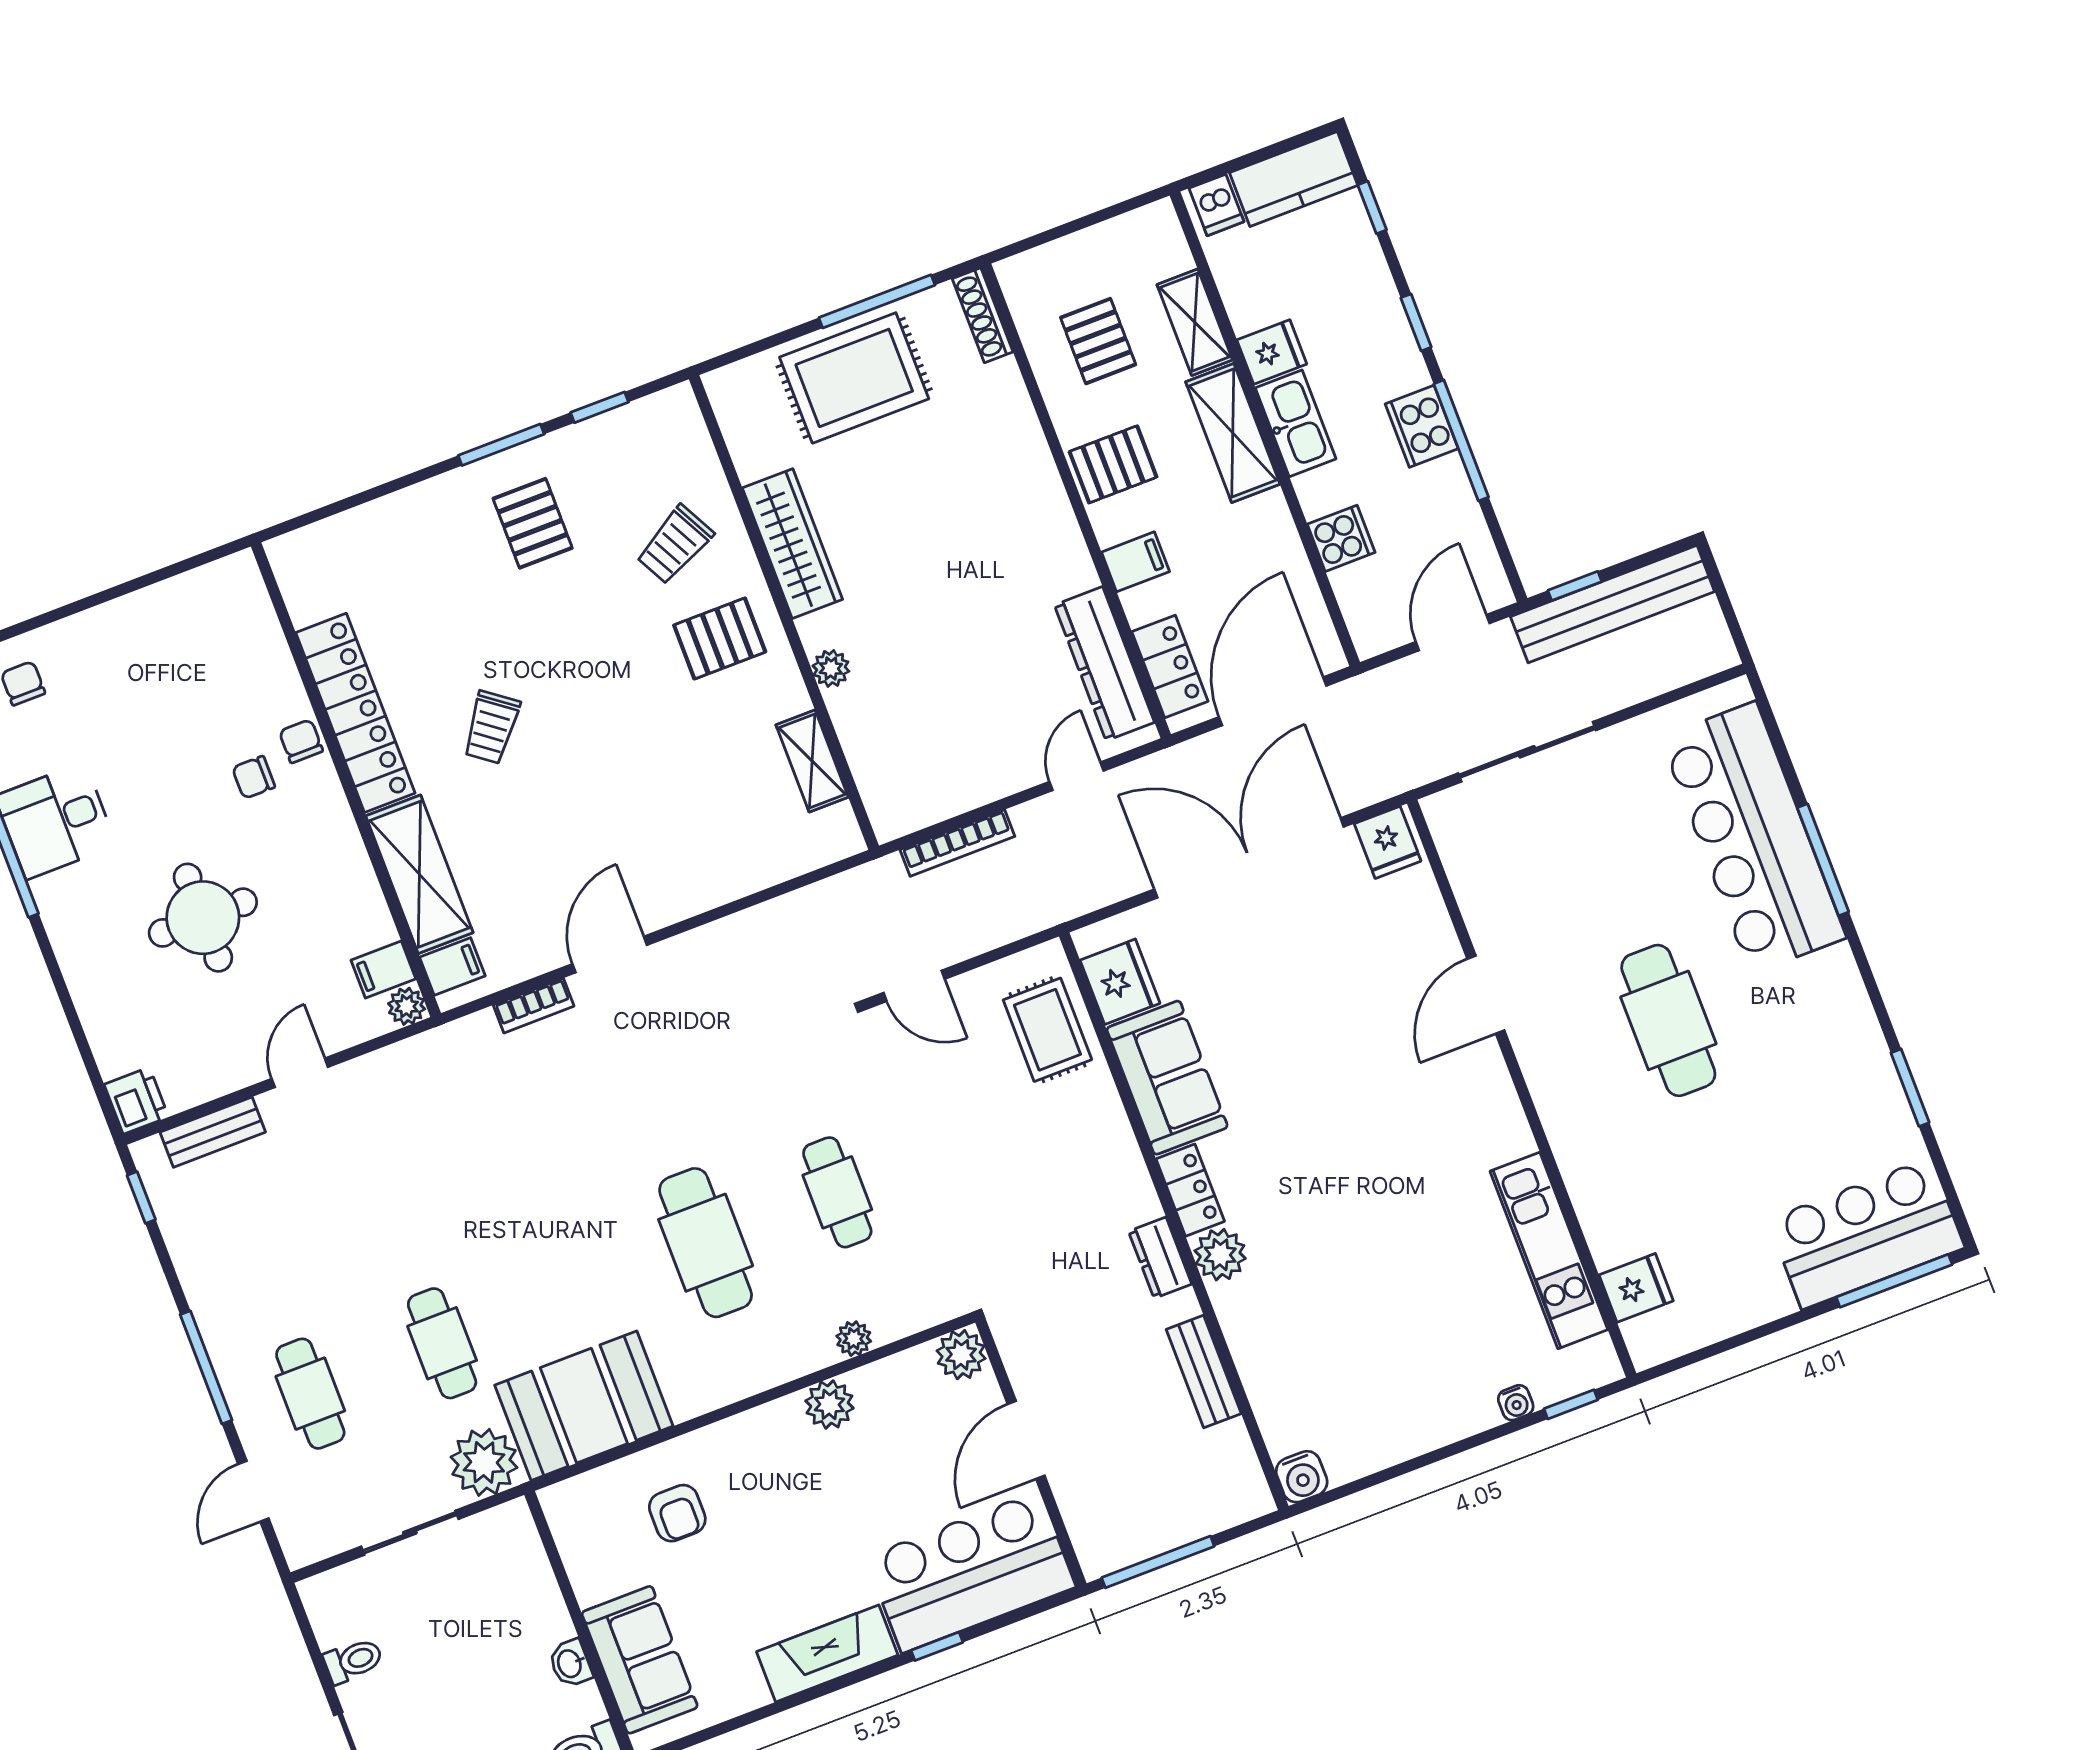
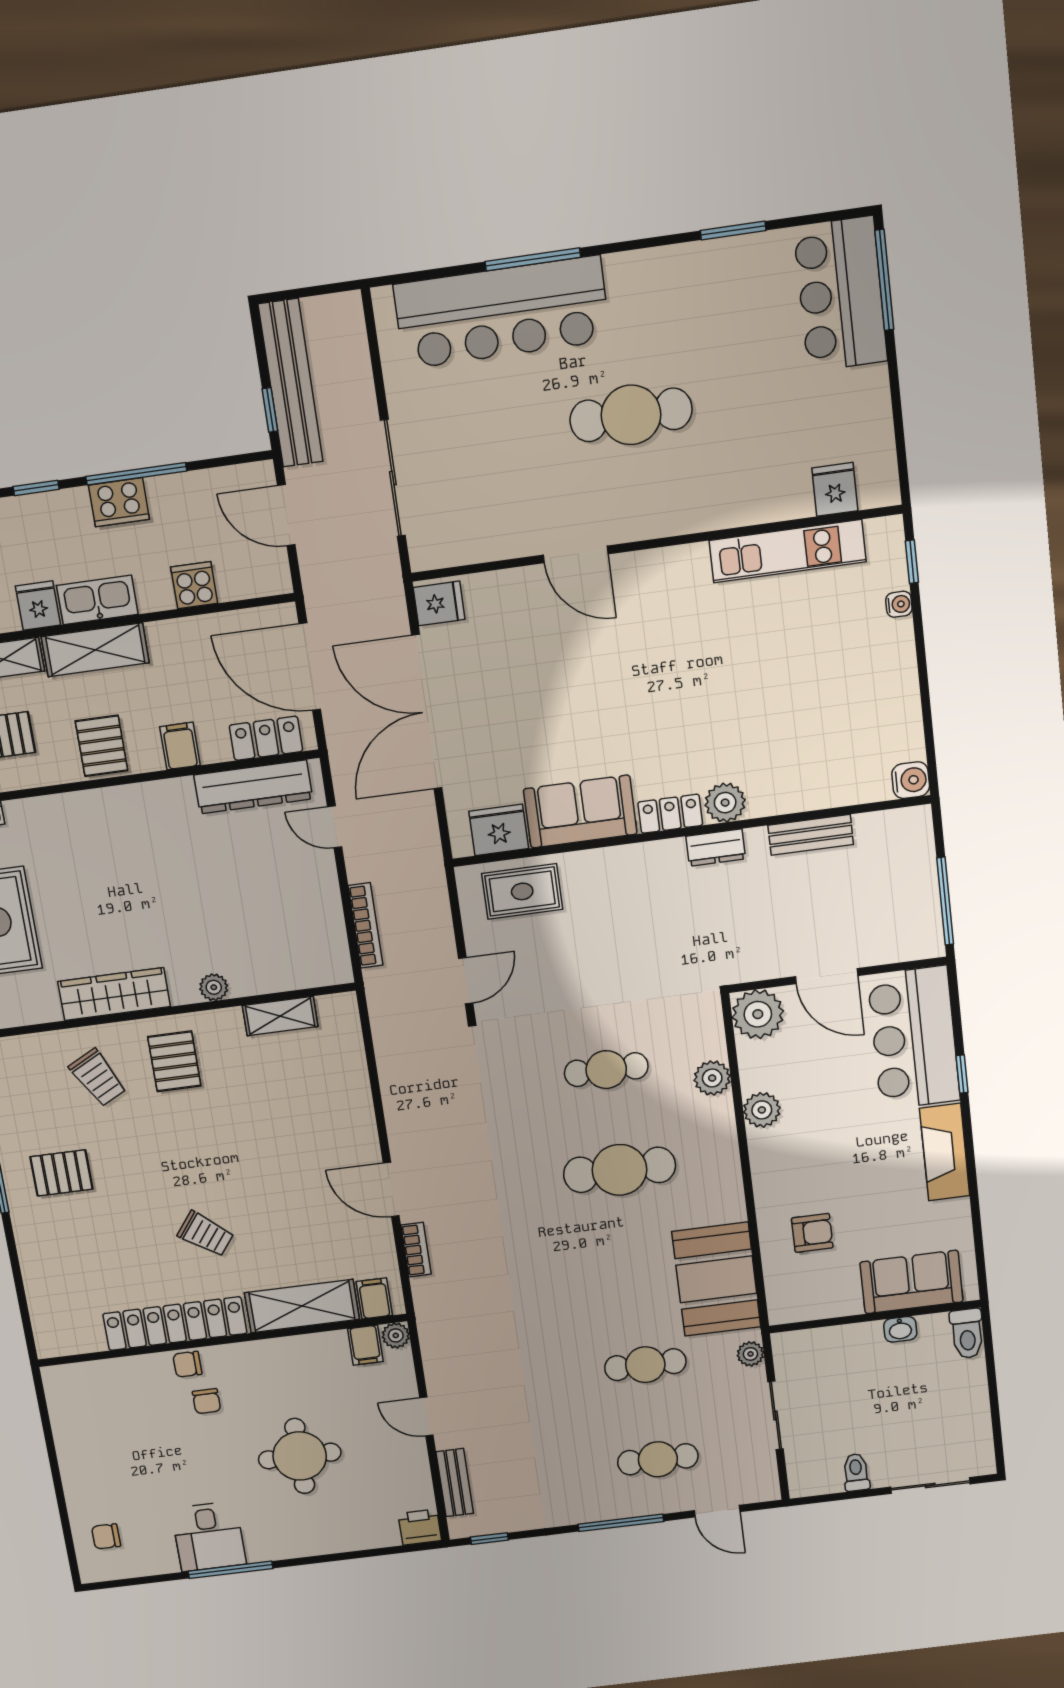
plant: (854, 1339) -> (712, 1078), width x1.38, depth x1.38
plant: (961, 1355) -> (758, 1014), width x1.36, depth x1.36
plant: (484, 1462) -> (750, 1354), width x0.53, depth x0.53

